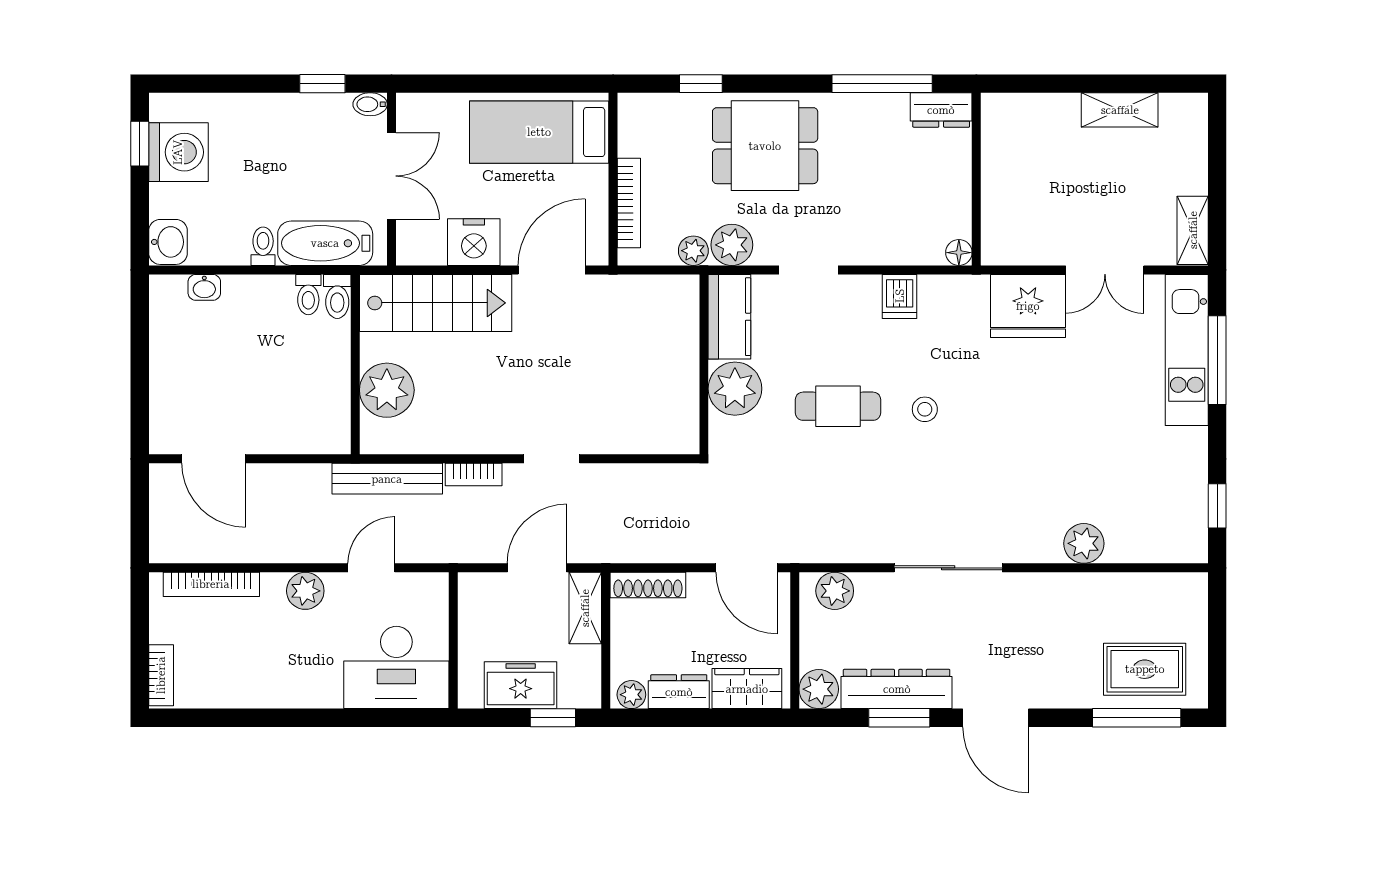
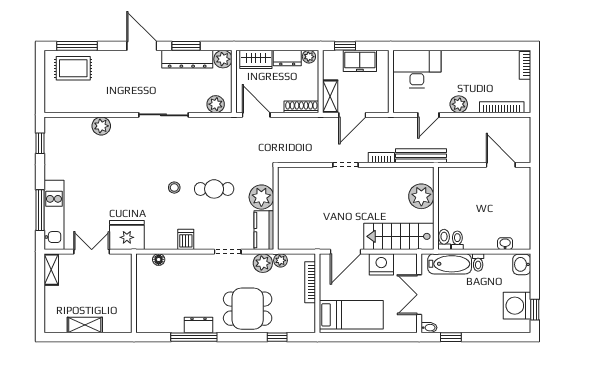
dresser: (941, 110) -> (198, 325), moved
wall: (976, 179) -> (134, 293), moved

